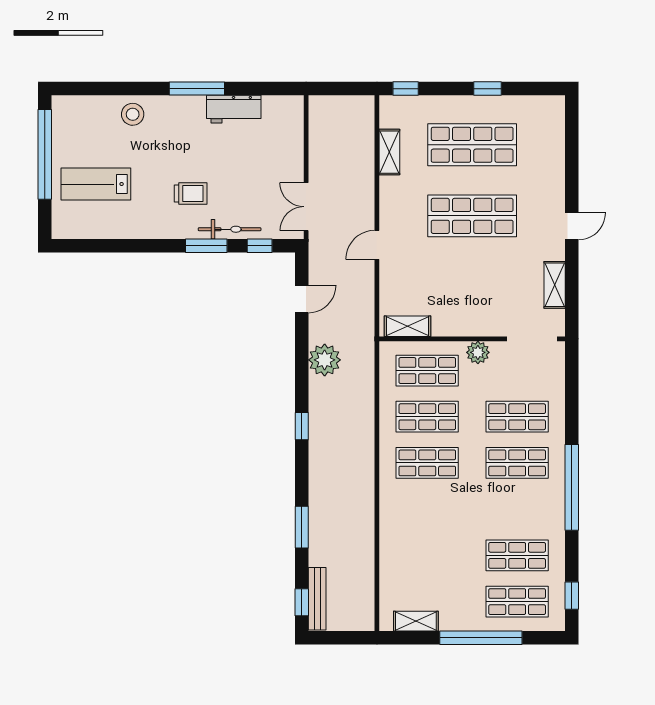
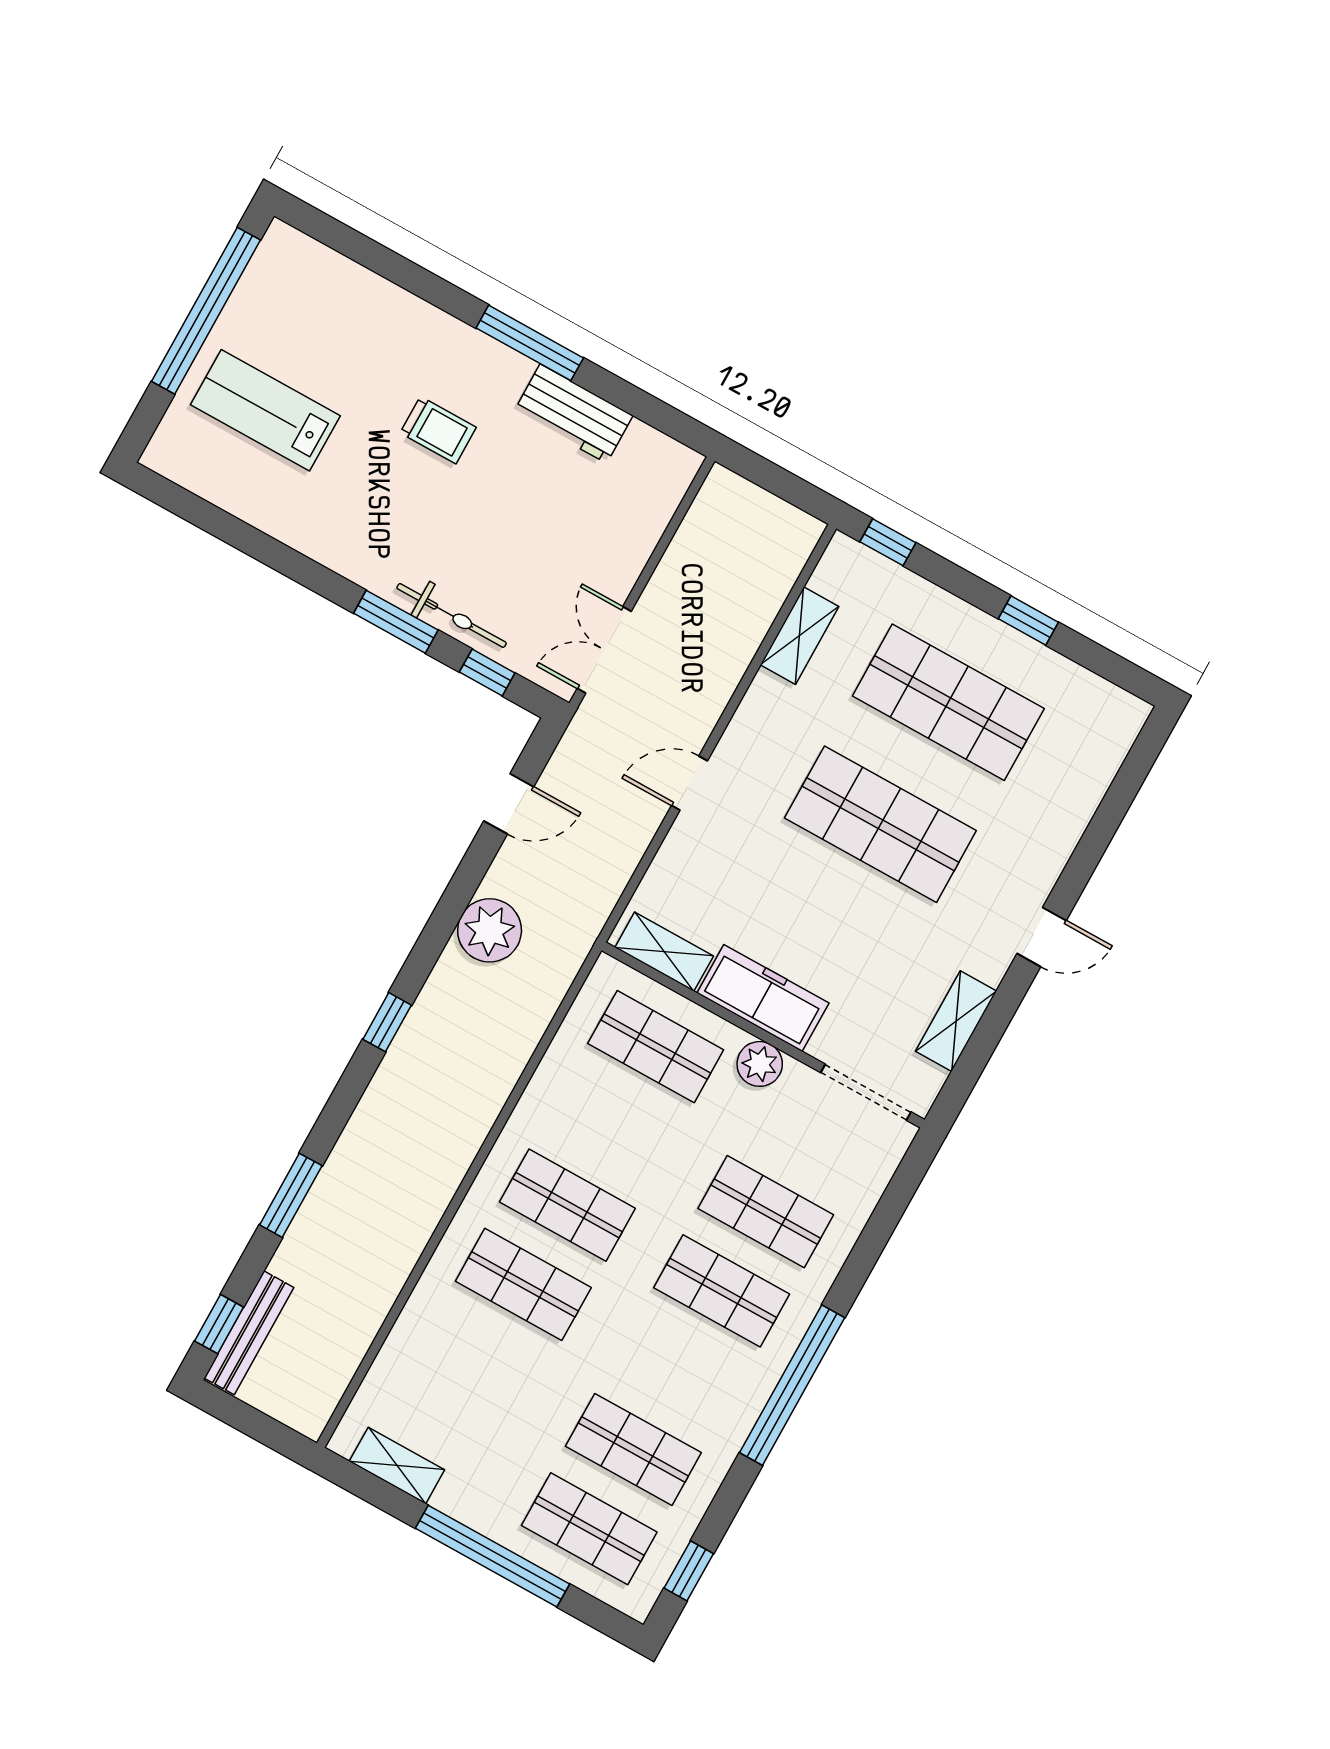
stool: (133, 114) -> (395, 326), removed
trolley: (191, 194) -> (438, 430), moved
freezer: (463, 322) -> (763, 998), added
shop shelf: (427, 417) -> (523, 1284), moved

